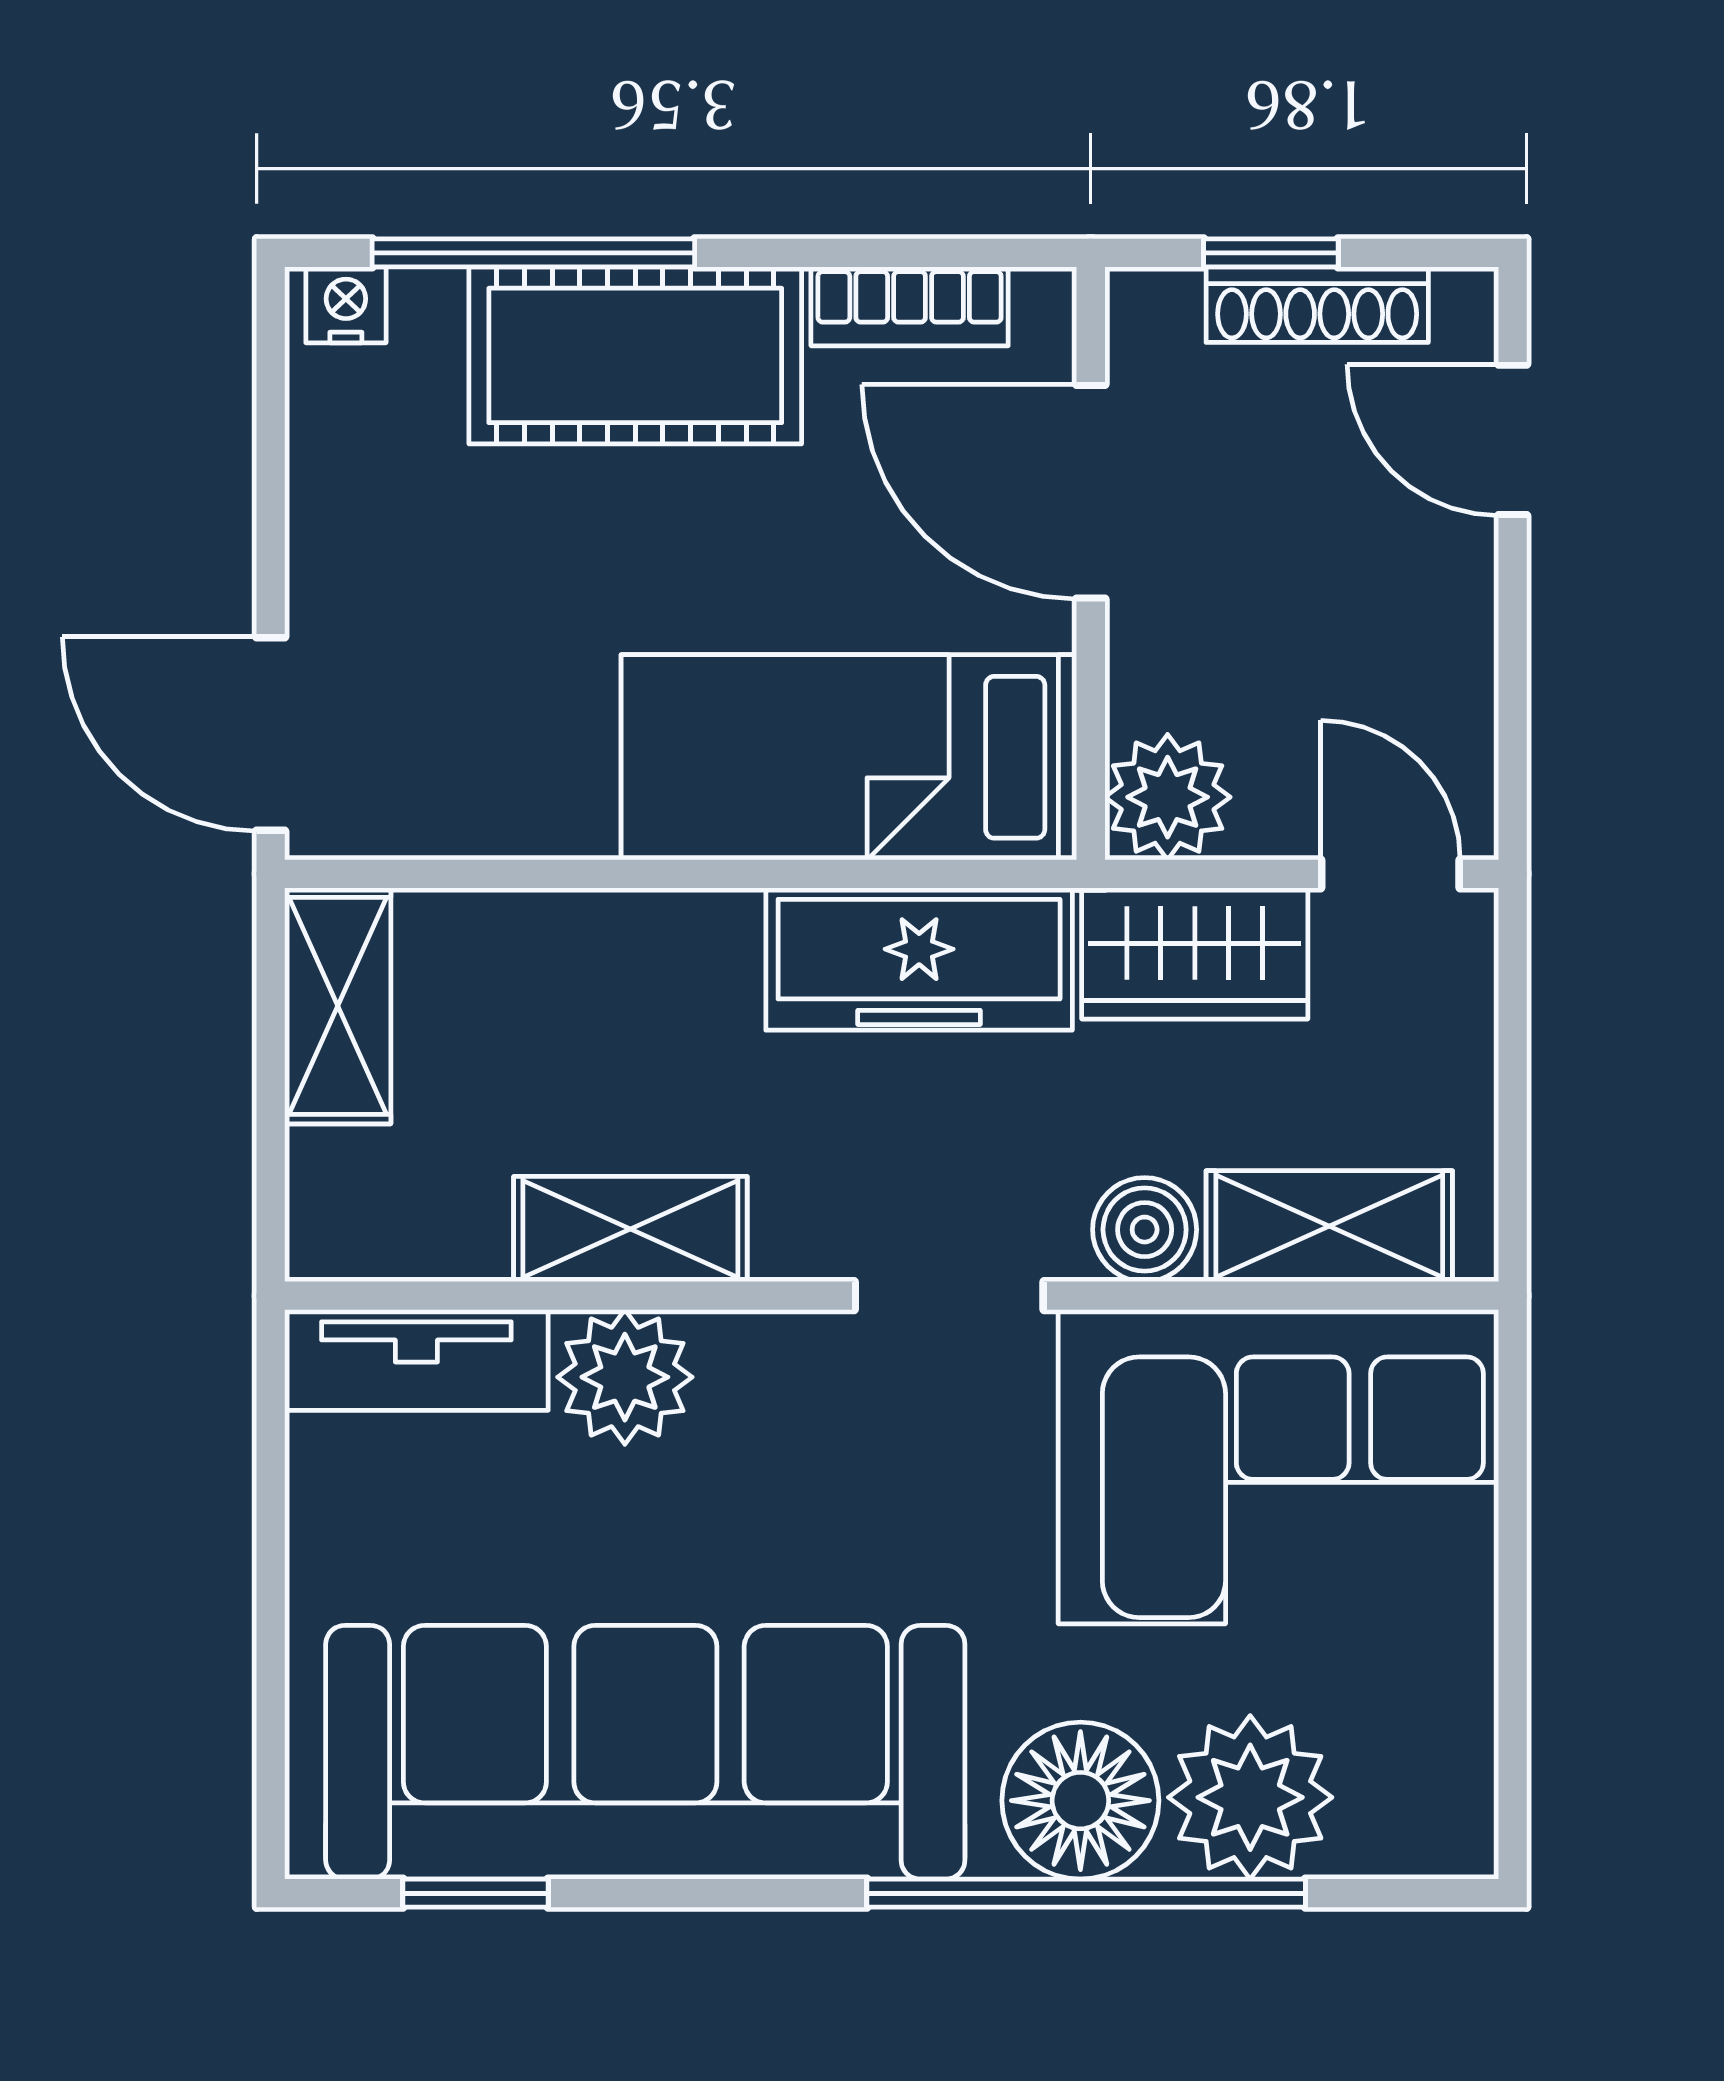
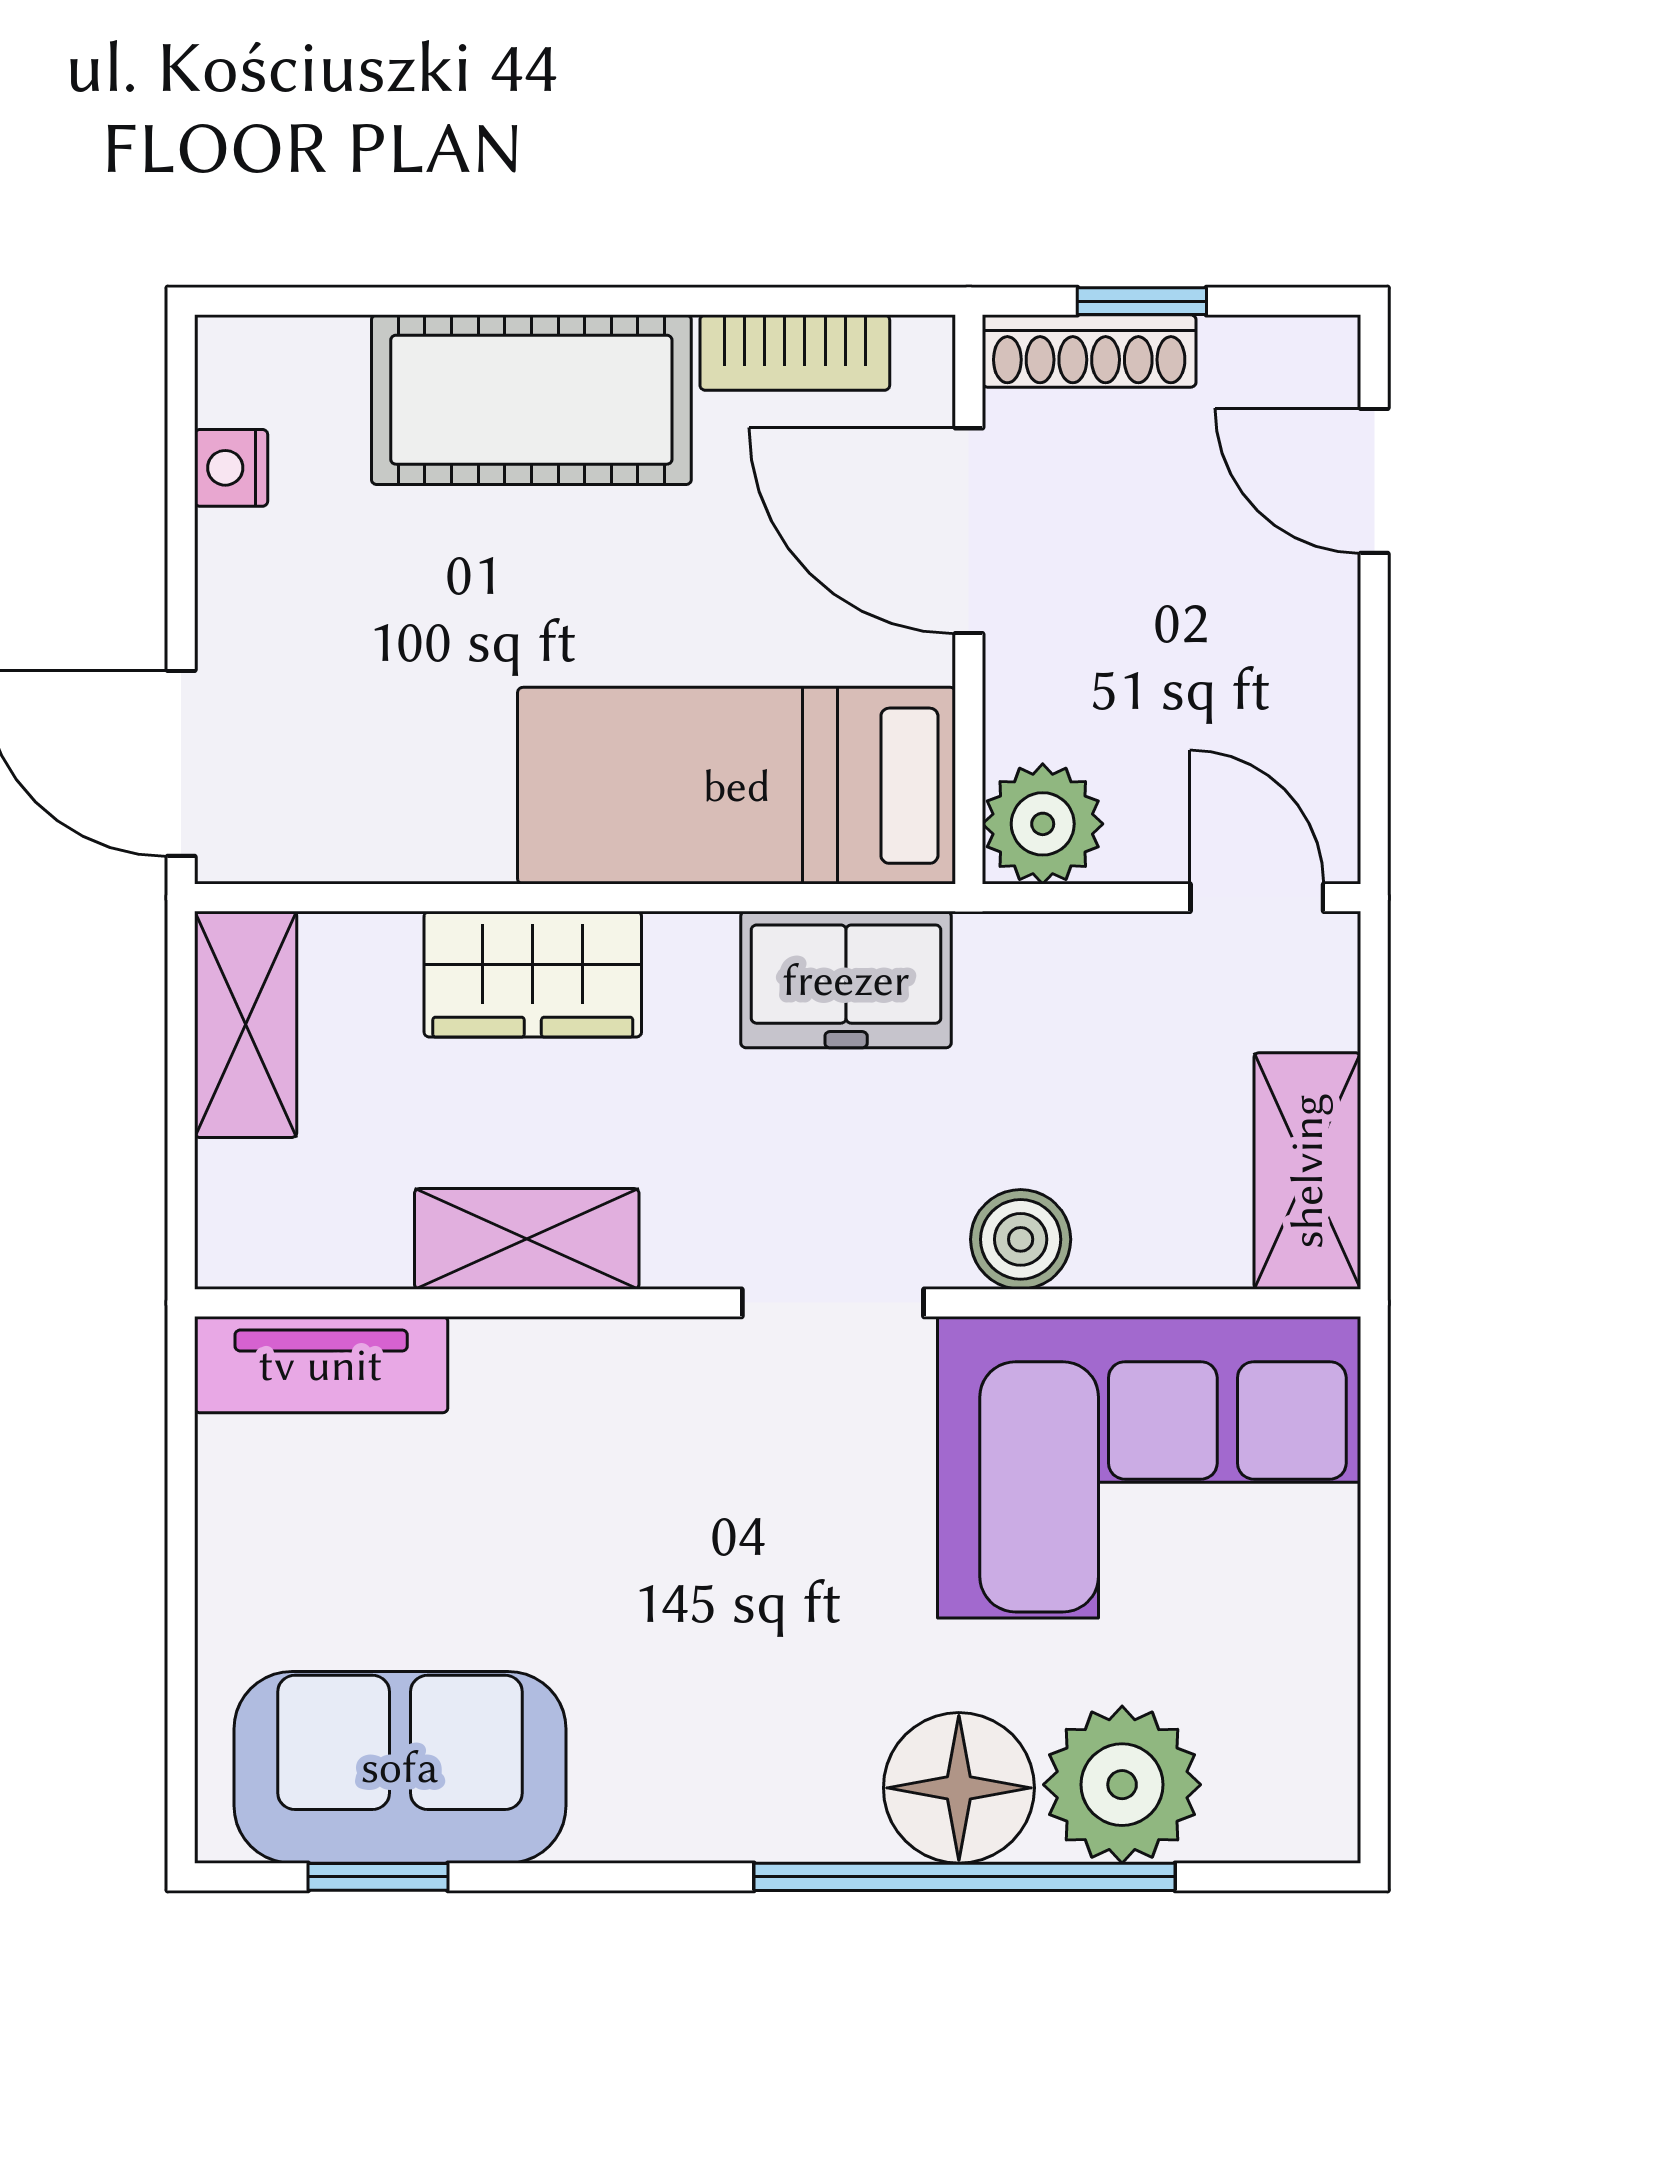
window: (533, 253) -> (434, 301), removed
nightstand: (346, 305) -> (231, 468), moved, turned -90
shoe rack: (1317, 305) -> (1089, 351), moved
wardrobe: (1195, 953) -> (533, 974), moved
freezer: (919, 959) -> (846, 980), width x0.71
shelving: (1329, 1226) -> (1307, 1171), moved, turned 90
plant: (625, 1377) -> (521, 1381), removed
sofa: (645, 1752) -> (400, 1767), width x0.54, depth x0.79

